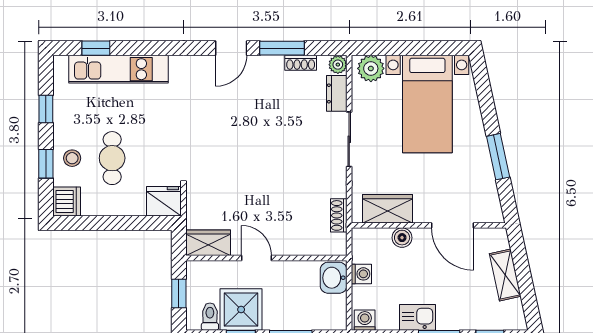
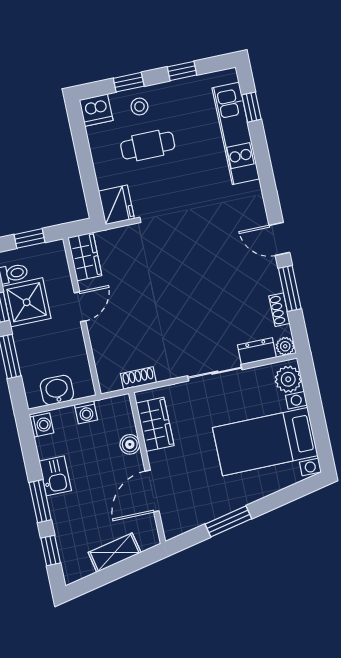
washbasin: (334, 278) -> (57, 390), moved

